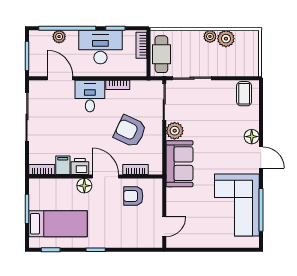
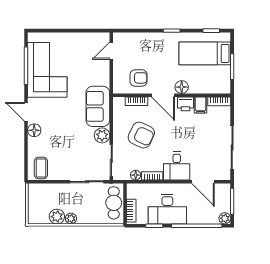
plant: (59, 37) -> (225, 218), moved
floor lamp: (137, 86) -> (136, 175), added

